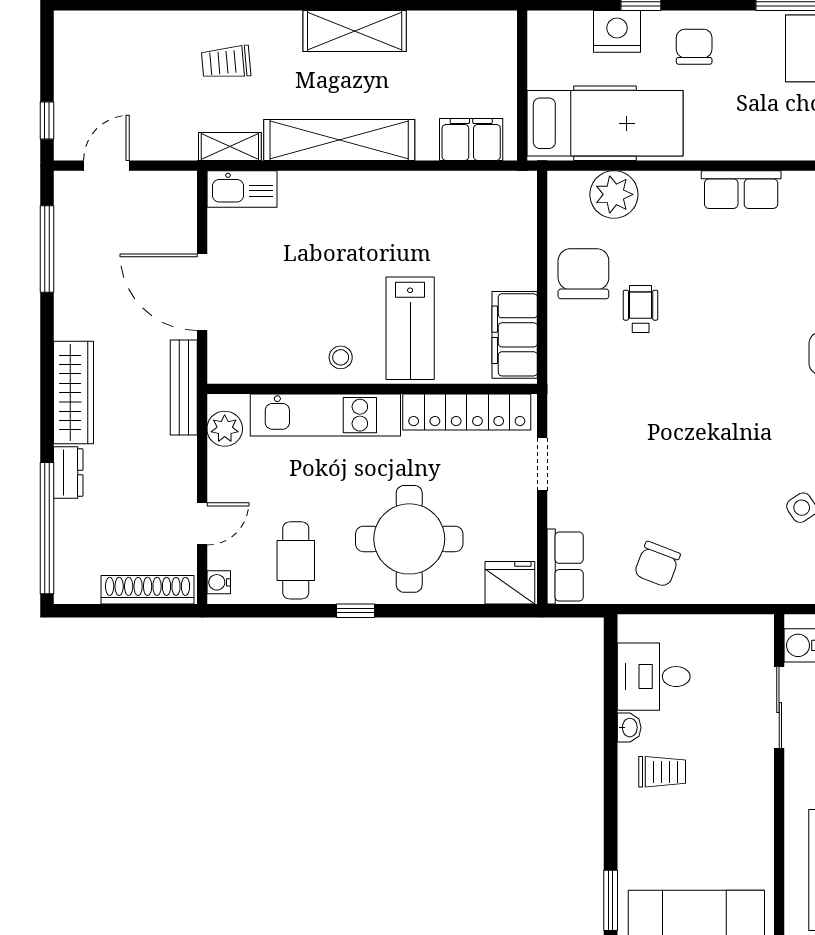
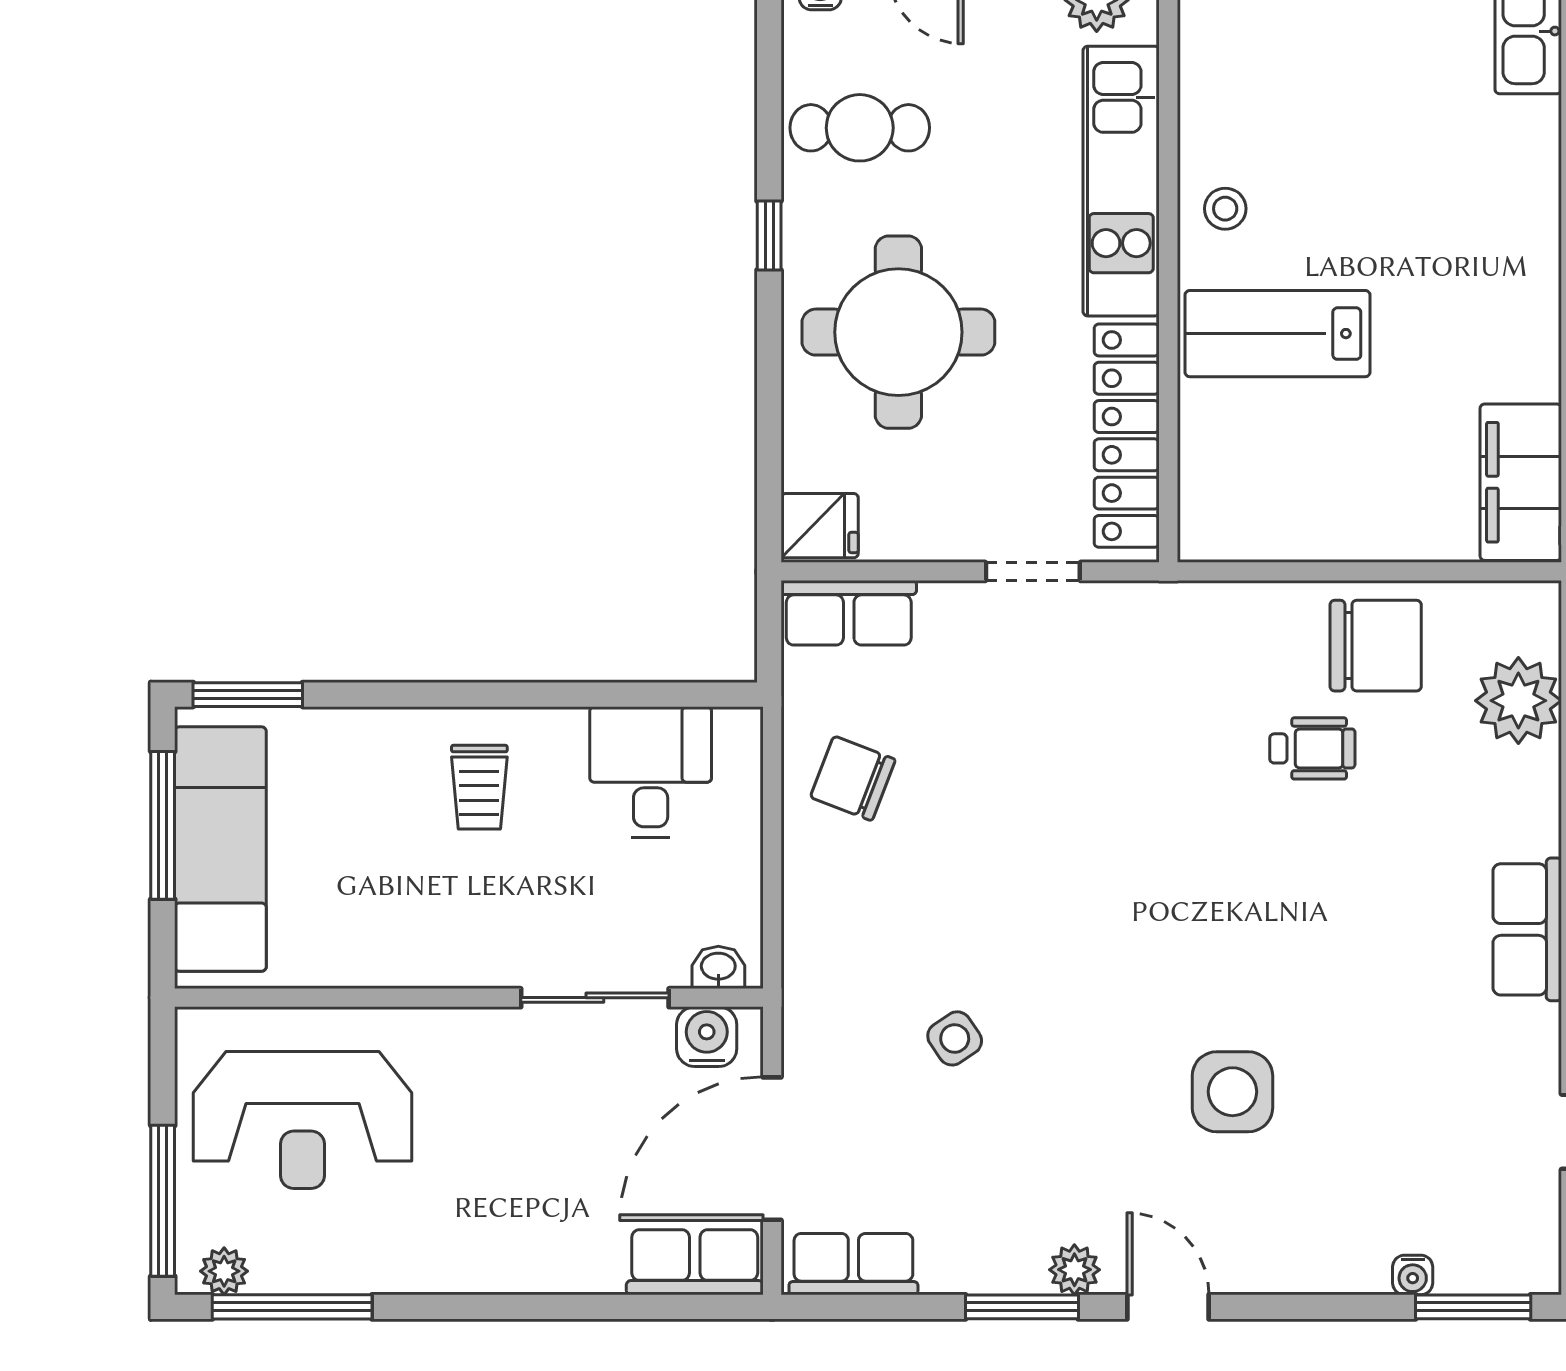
filing cabinet: (515, 335) -> (1521, 482), moved, turned -90
fridge: (510, 583) -> (820, 526), width x0.72
washbasin: (629, 728) -> (718, 967), moved, turned 180

